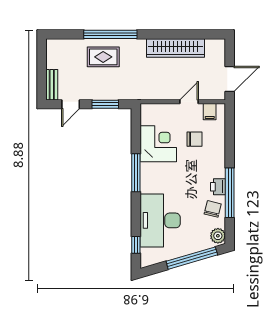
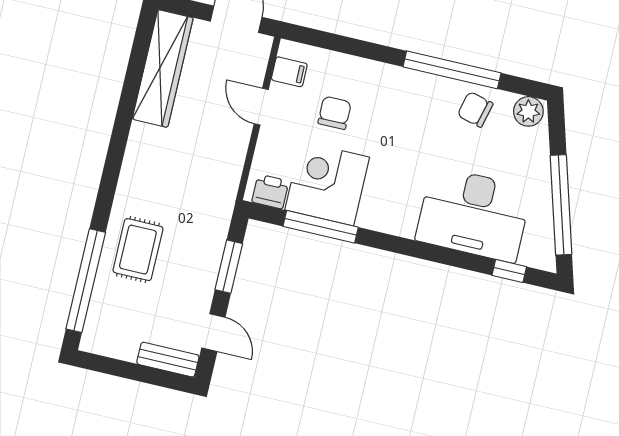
window: (110, 34) -> (86, 281), moved
wardrobe: (175, 48) -> (163, 68), moved
window: (136, 173) -> (321, 227), moved
printer: (218, 187) -> (270, 192), moved, turned 180
window: (192, 258) -> (561, 205), moved

